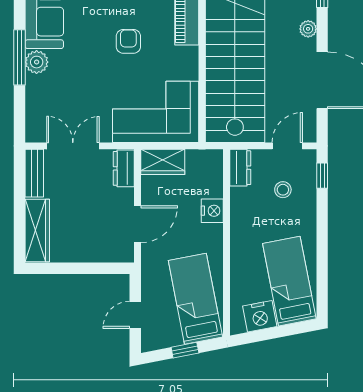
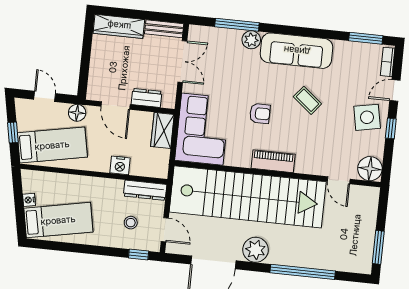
plant: (308, 29) -> (256, 250), width x1.88, depth x1.88
window: (20, 57) -> (237, 25), moved
dresser: (124, 168) -> (147, 98), moved
dresser: (240, 168) -> (145, 190), width x1.44
floor lamp: (152, 272) -> (77, 113), added
nightstand: (260, 316) -> (29, 200), width x0.53, depth x0.56

